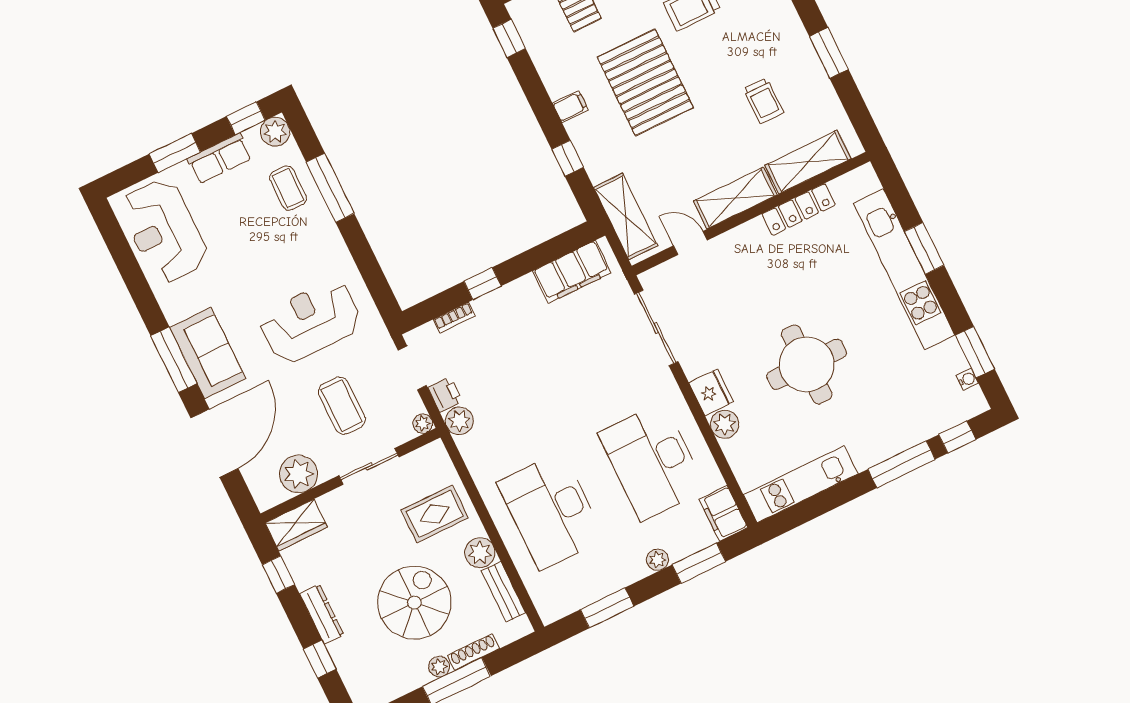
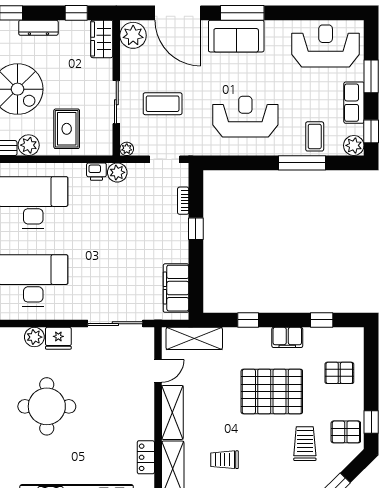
window: (509, 38) -> (322, 320), moved
filing cabinet: (570, 107) -> (287, 337), width x2.00
coffee table: (288, 188) -> (315, 136), turned 90
locker: (799, 210) -> (146, 457), width x0.66
reception desk: (310, 322) -> (245, 117), moved, turned -90
printer: (445, 394) -> (96, 172), moved
plant: (299, 474) -> (133, 35), moved

